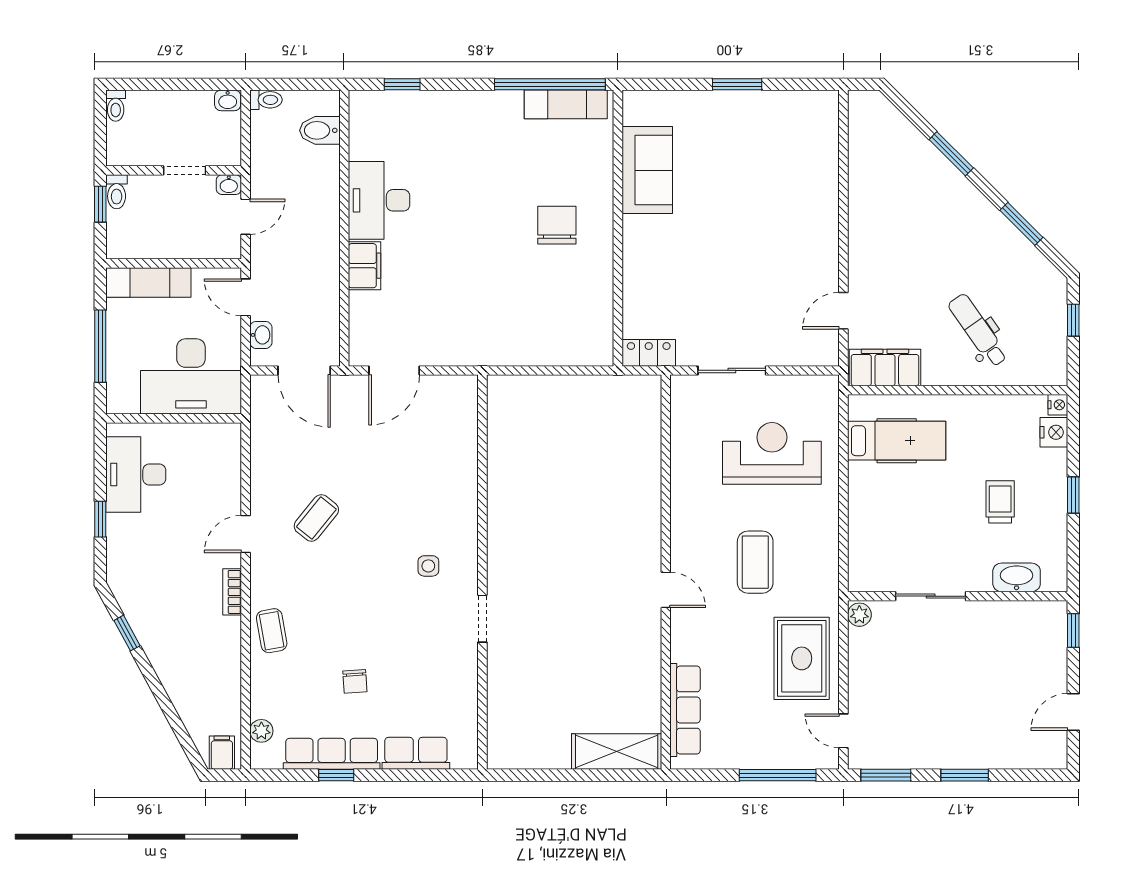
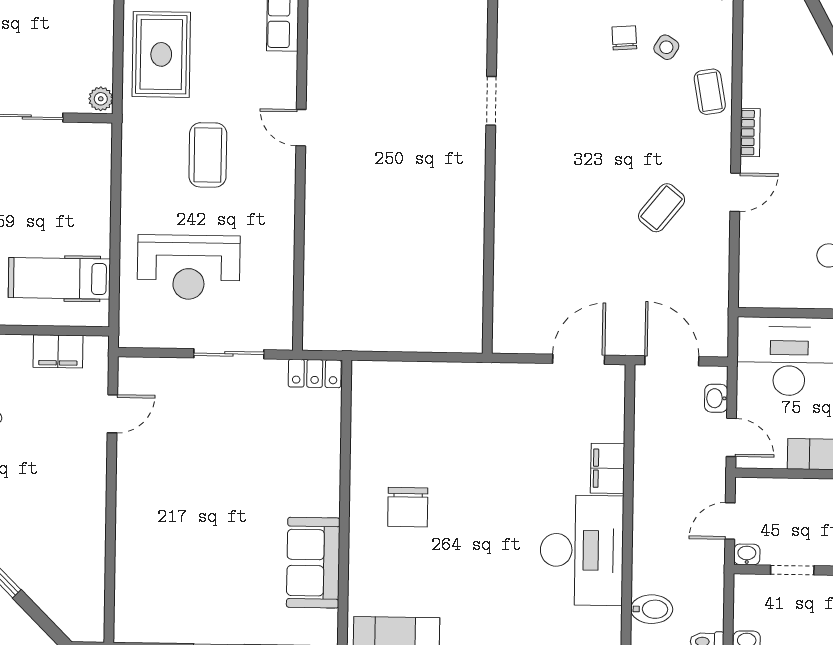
desk: (379, 200) -> (582, 550), width x1.36, depth x1.30
filing cabinet: (885, 368) -> (58, 351), width x0.67, depth x0.86
side table: (428, 566) -> (666, 47), moved, turned 33

